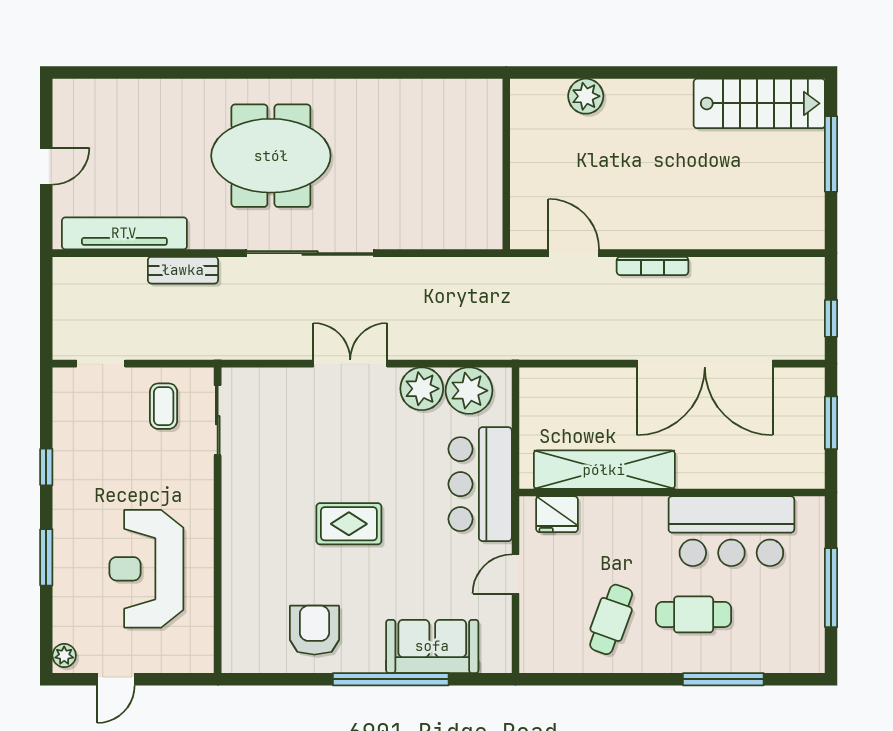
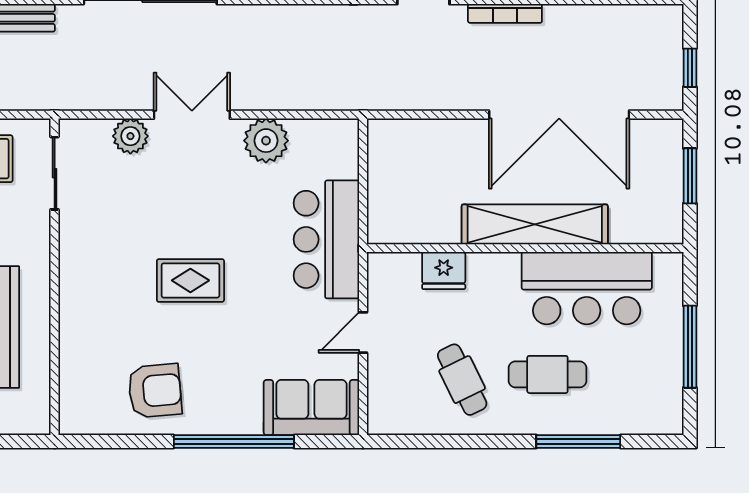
plant: (469, 391) -> (130, 136), moved, width x0.73, depth x0.73
shelving: (604, 470) -> (535, 224), moved
fridge: (557, 514) -> (444, 271), moved
cafe table: (611, 619) -> (462, 380), turned -46
armchair: (314, 630) -> (155, 391), turned 85
sofa: (432, 646) -> (311, 408), moved

